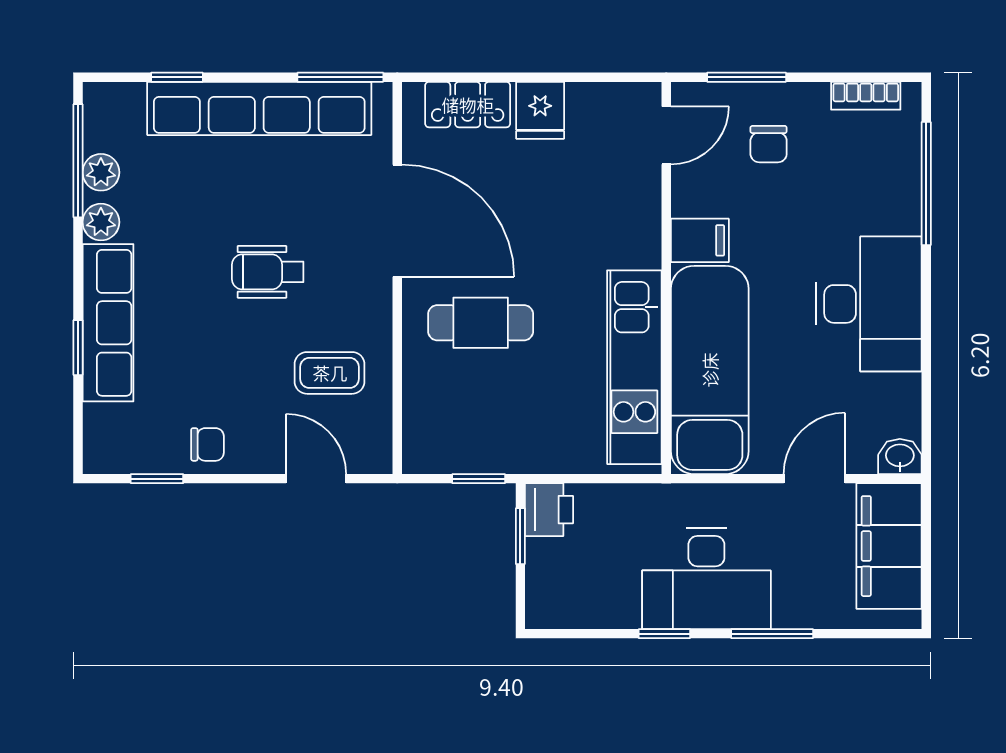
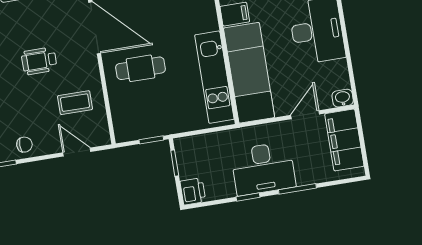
printer: (549, 510) -> (193, 191), moved

